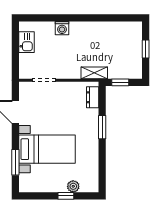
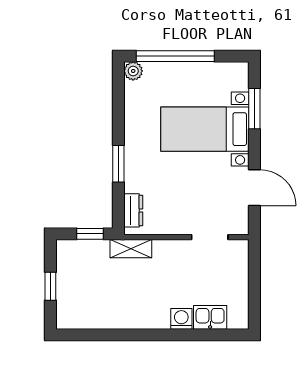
kitchen sink: (27, 42) -> (210, 317), moved, turned 90
plant: (73, 186) -> (133, 71), moved
window: (66, 196) -> (175, 56), width x3.17

